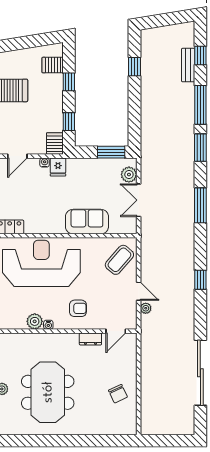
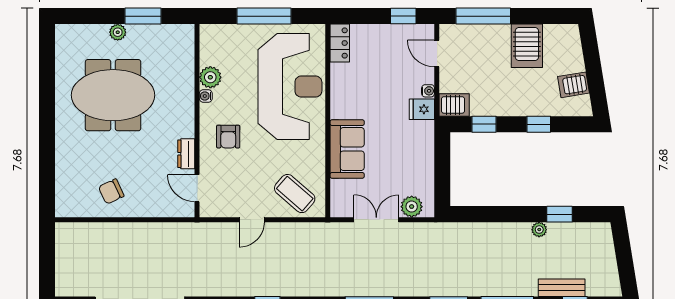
server rack: (53, 65) -> (574, 85), moved, turned -99
window: (111, 152) -> (442, 182), removed
plant: (146, 308) -> (539, 230), moved

